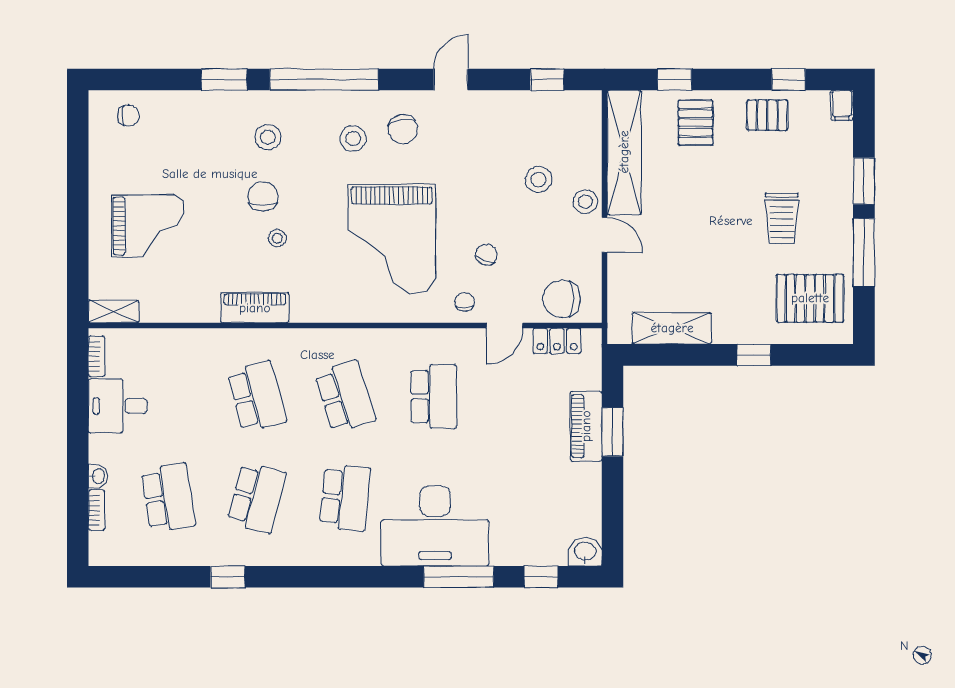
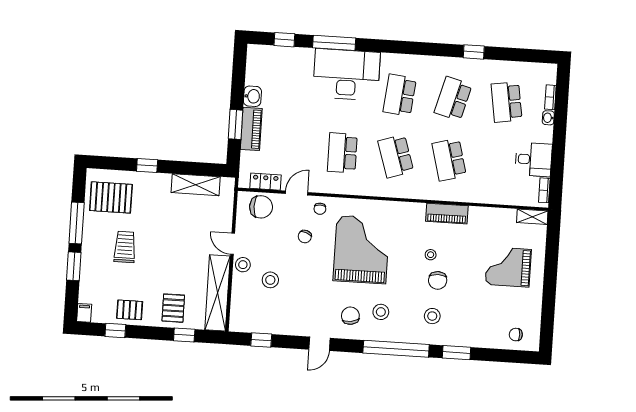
washbasin: (585, 552) -> (252, 96), moved, turned -90

